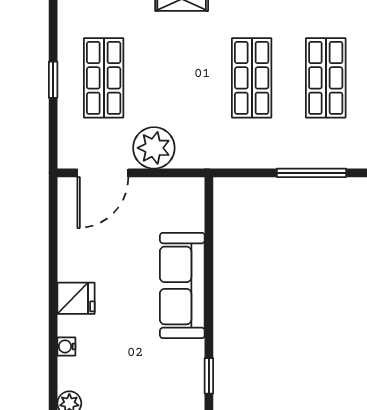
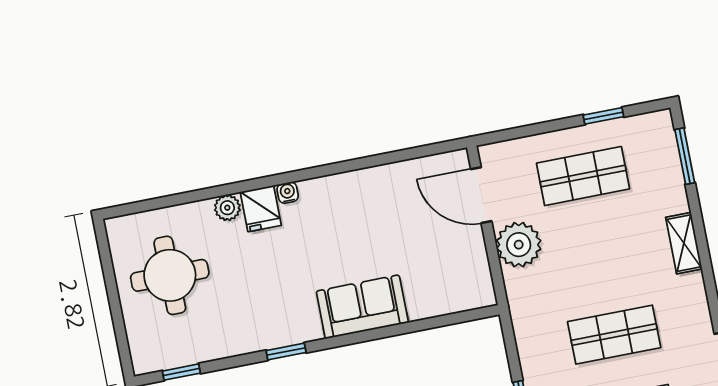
window: (53, 80) -> (603, 116), moved
sofa: (182, 285) -> (362, 307), width x0.73
fridge: (76, 298) -> (261, 209), moved

